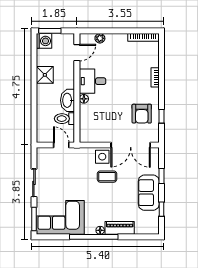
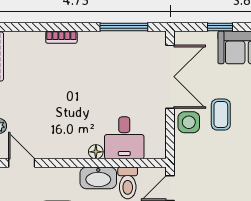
desk: (92, 81) -> (124, 138), moved
armchair: (142, 114) -> (120, 59), removed
window: (161, 116) -> (124, 27), width x2.17

